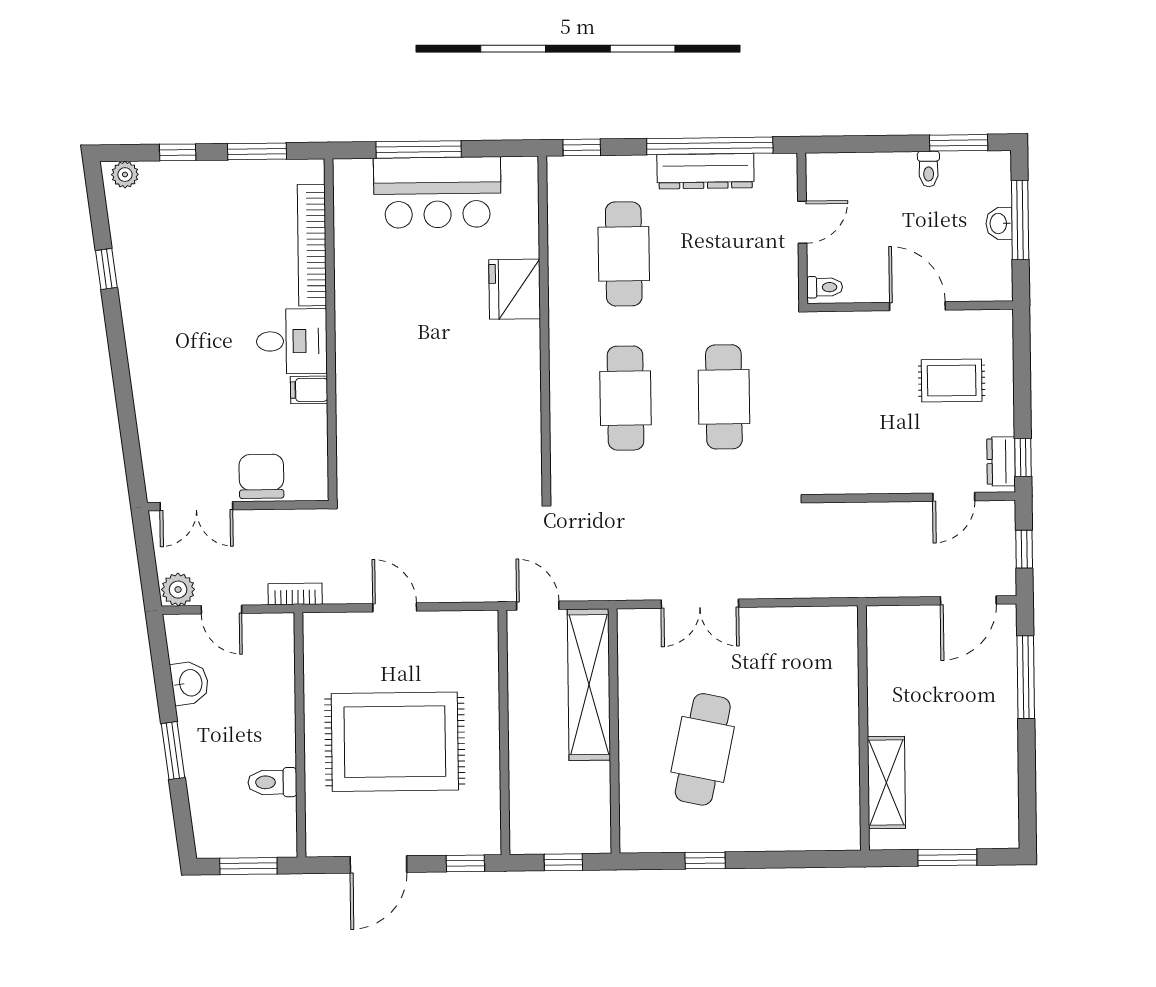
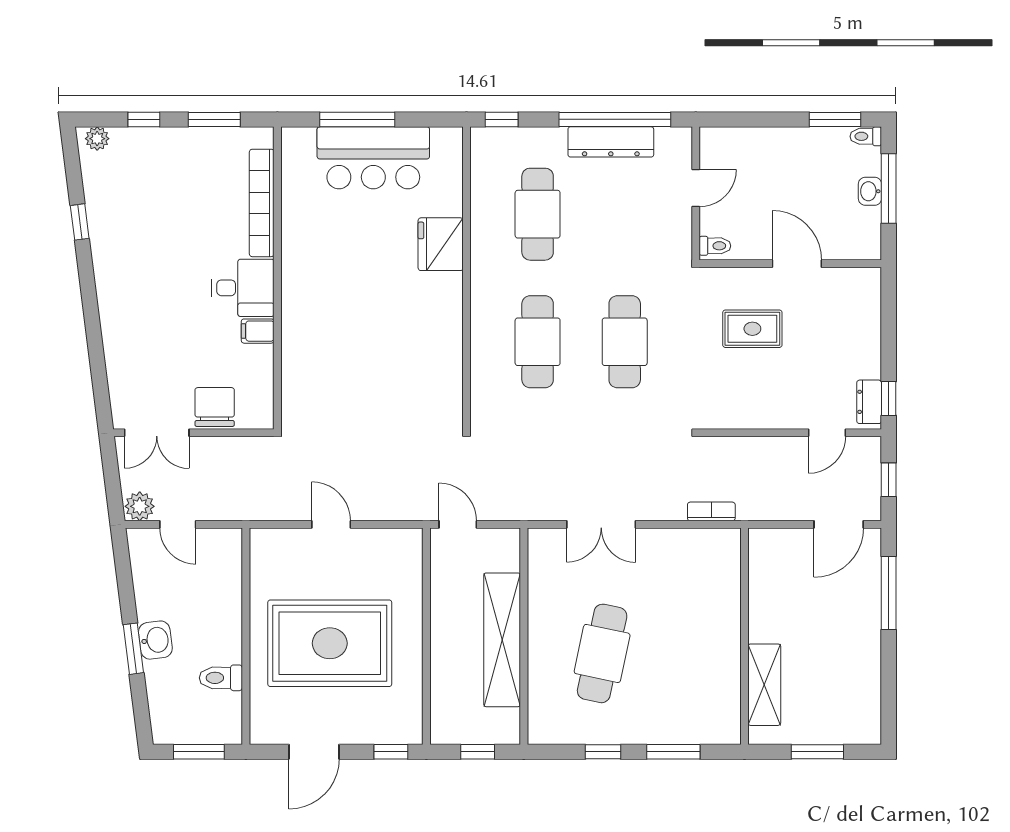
toilet: (929, 169) -> (866, 136), moved, turned 90
rug: (952, 381) -> (752, 329), moved
bookcase: (295, 594) -> (711, 511), moved
washbasin: (190, 683) -> (155, 640), moved
shelving: (589, 685) -> (502, 640), moved
window: (785, 859) -> (673, 752), added

